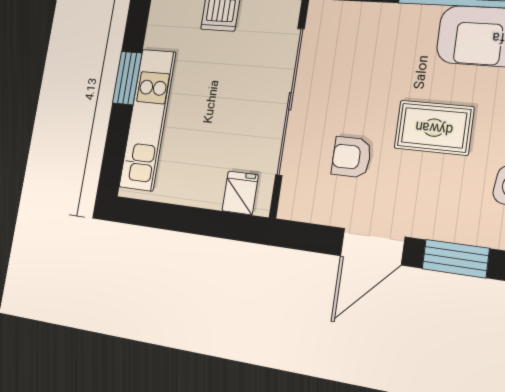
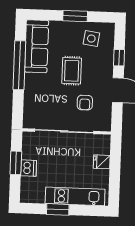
fridge: (240, 193) -> (102, 162), moved
window: (456, 259) -> (119, 58), width x0.67

